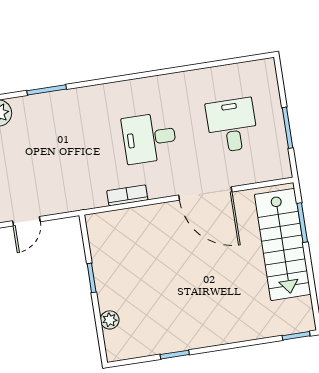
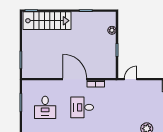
desk: (149, 138) -> (82, 107), turned 180
door: (205, 194) -> (75, 79), moved
door: (26, 221) -> (131, 79), moved
stairs: (283, 244) -> (47, 21), moved, turned 90

